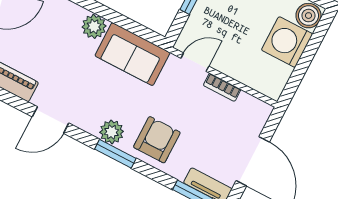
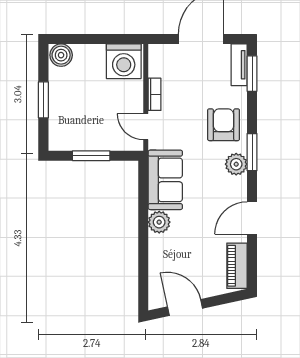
washing machine: (287, 42) -> (124, 61), moved
door: (50, 120) -> (252, 218), swing flipped
armchair: (157, 140) -> (224, 125), turned 90

